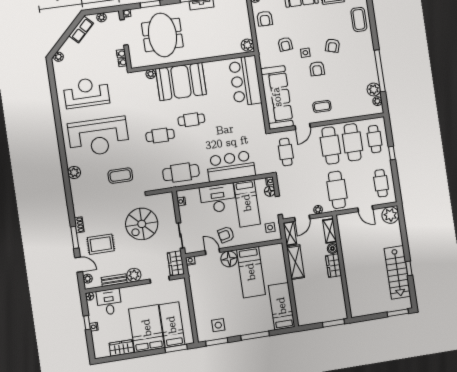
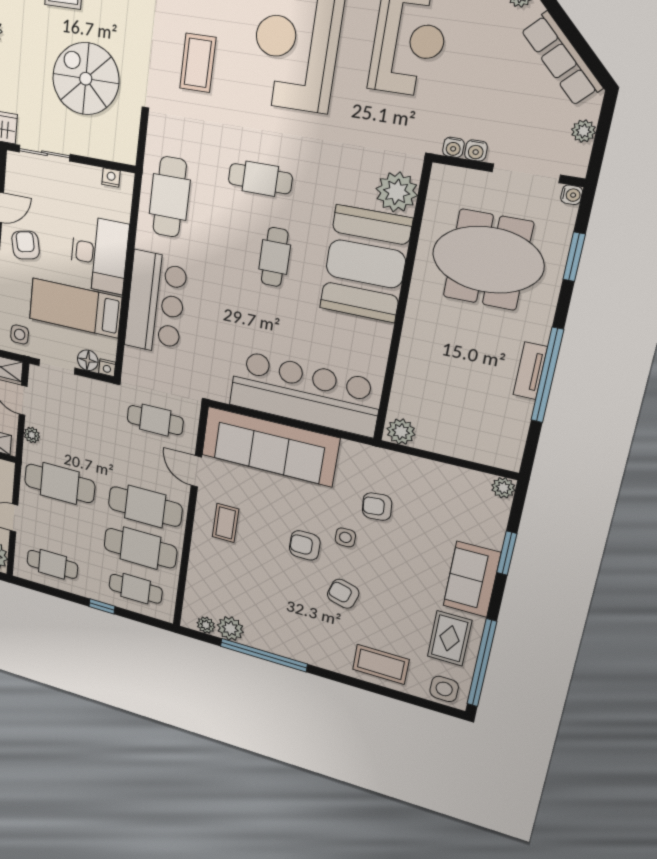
armchair: (265, 19) -> (448, 489), removed
row of seats: (81, 29) -> (562, 59), width x1.48
plant: (151, 74) -> (397, 192), width x1.88, depth x1.88
bar counter: (245, 81) -> (305, 393), width x1.36
cafe table: (160, 135) -> (260, 179), turned 90

